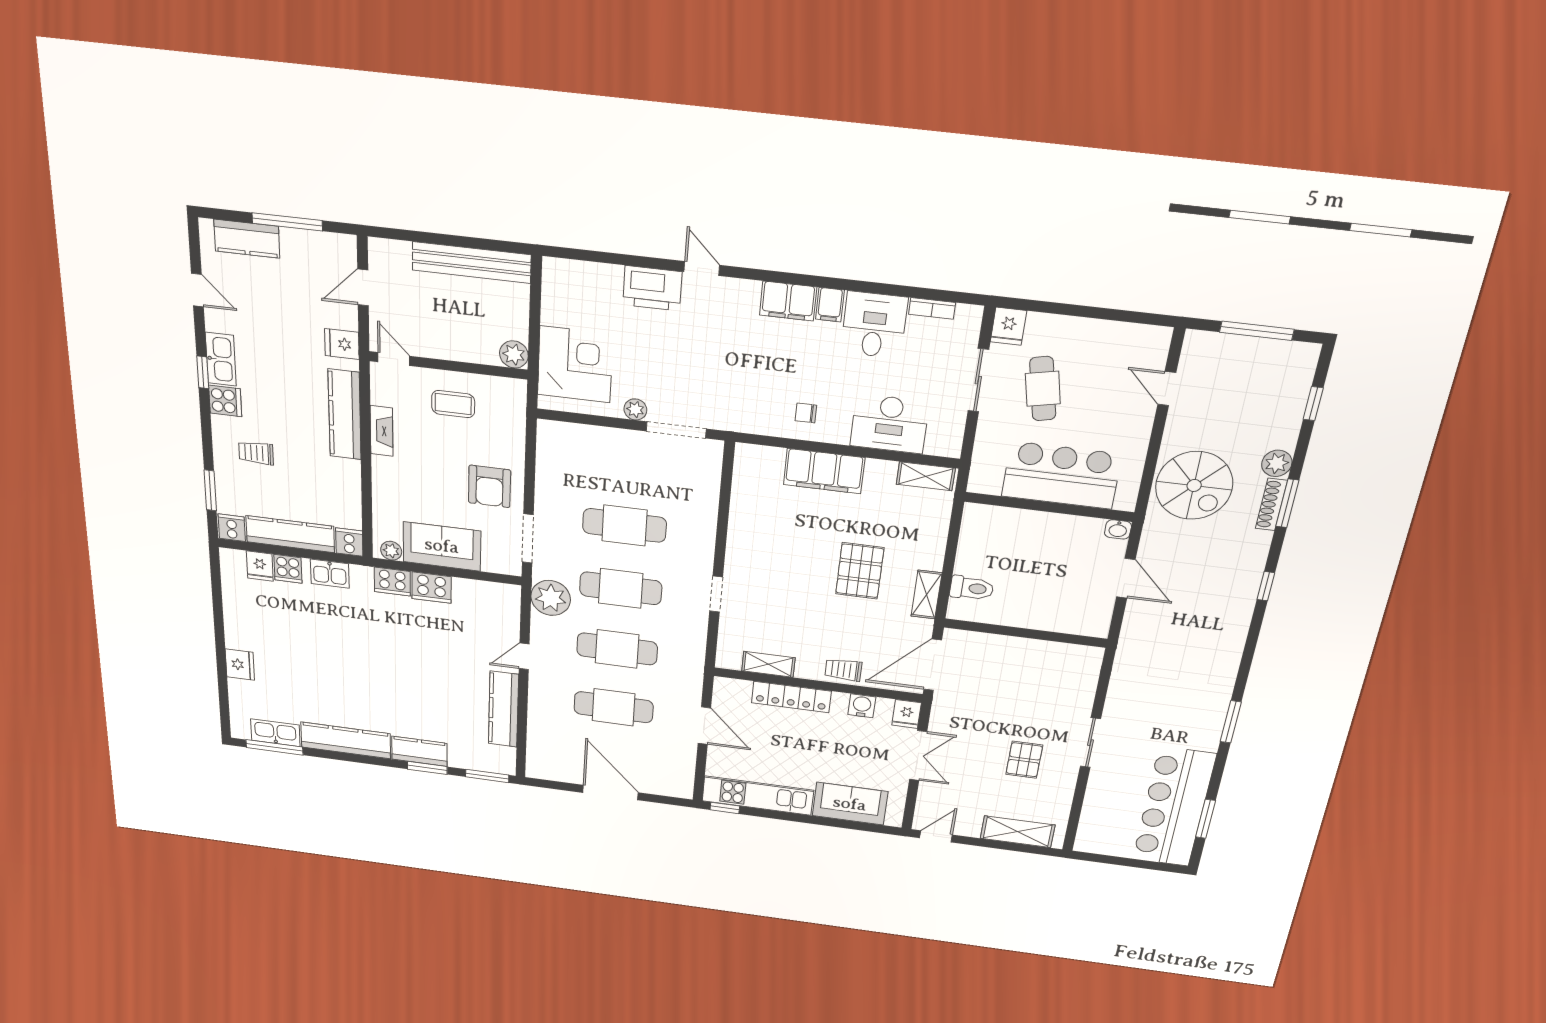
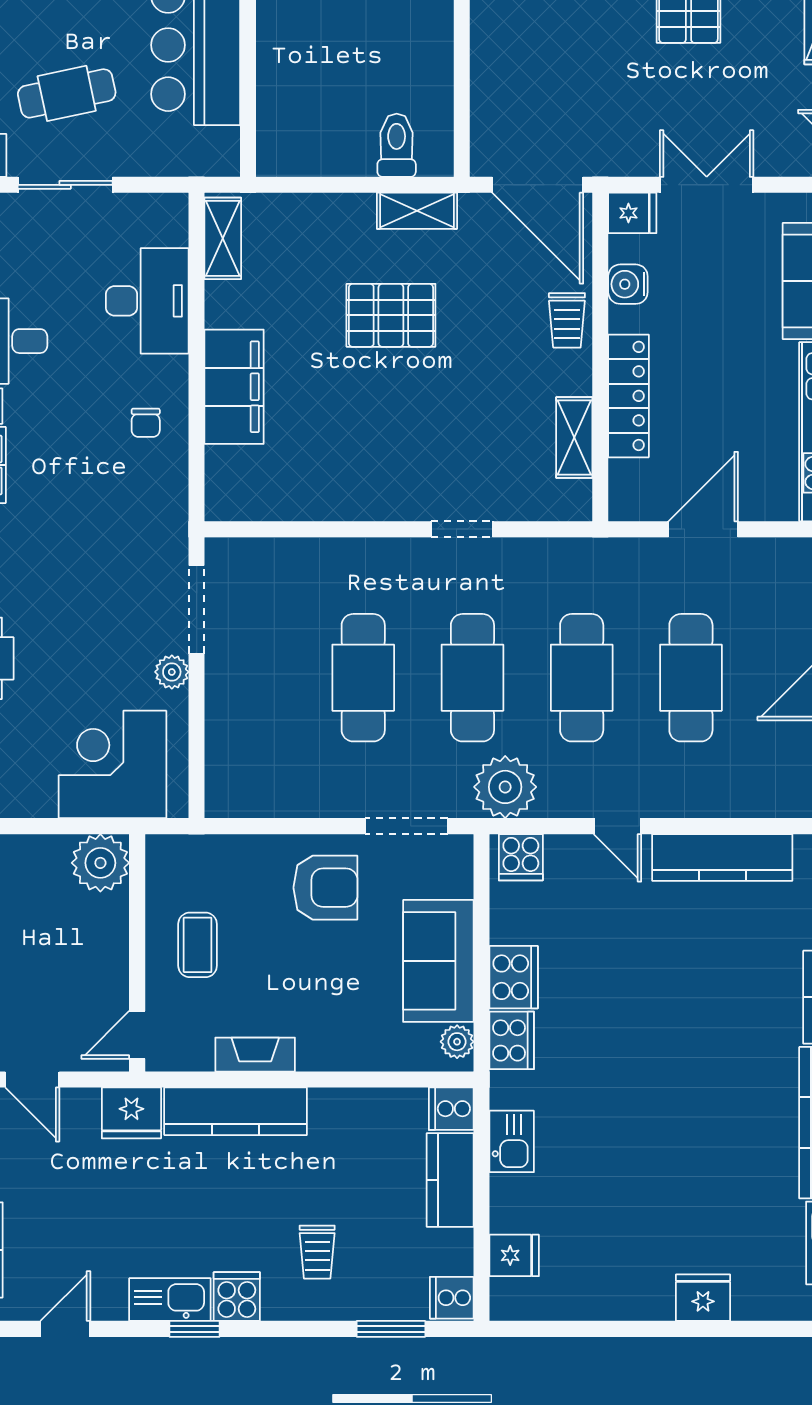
fridge: (342, 344) -> (131, 1113), width x1.38
plant: (514, 354) -> (100, 863), width x1.36, depth x1.36
kitchen counter: (290, 534) -> (450, 1180), width x0.67
cooker: (288, 569) -> (521, 857), moved, turned 90

